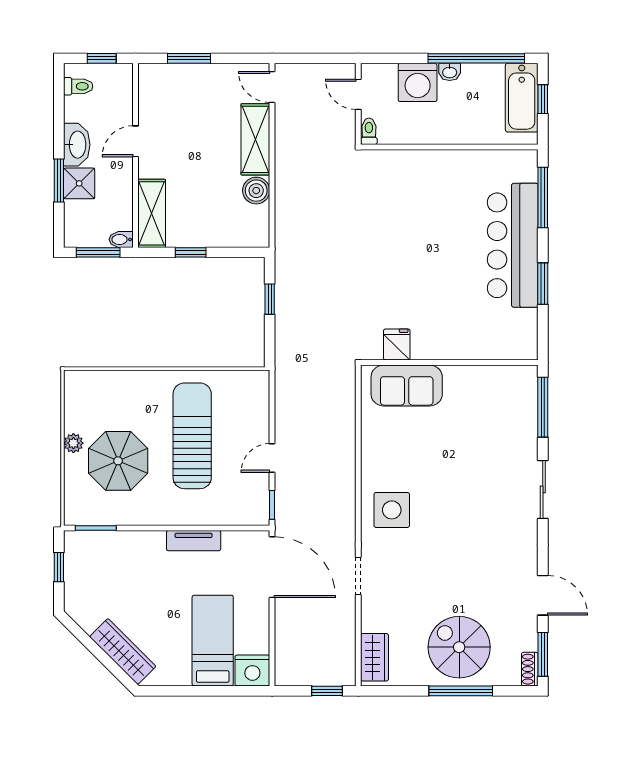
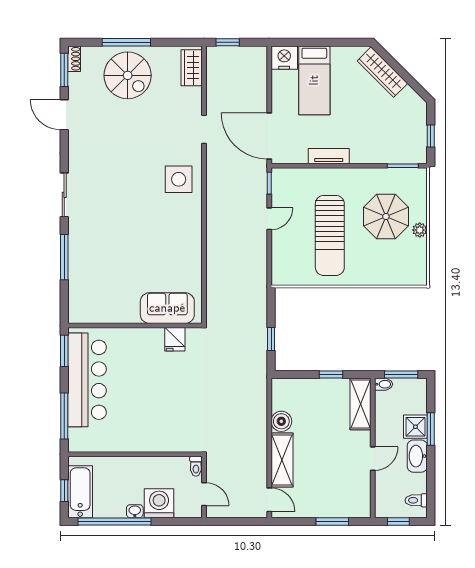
fridge: (397, 345) -> (175, 339), moved
wall: (449, 363) -> (135, 325), moved
sofa: (407, 386) -> (167, 308), moved

